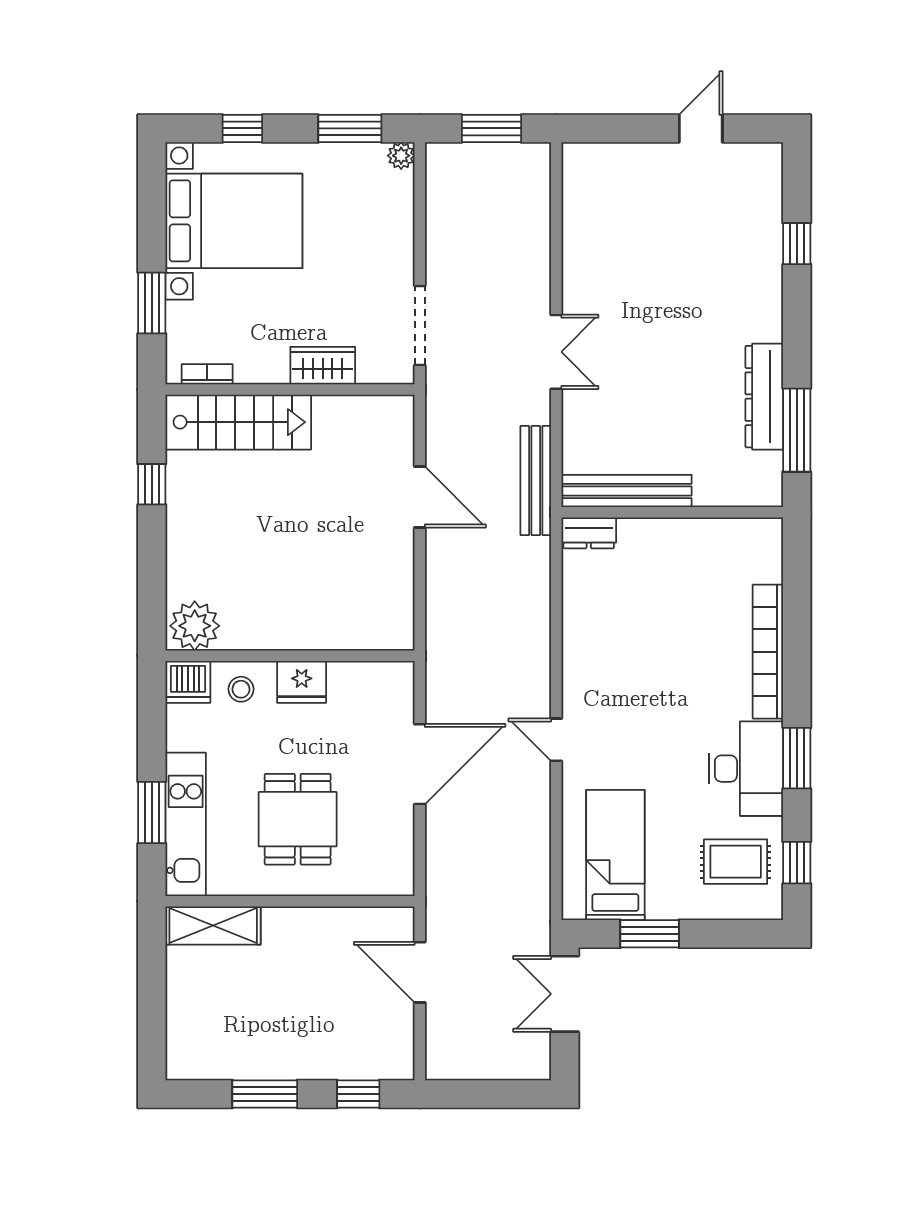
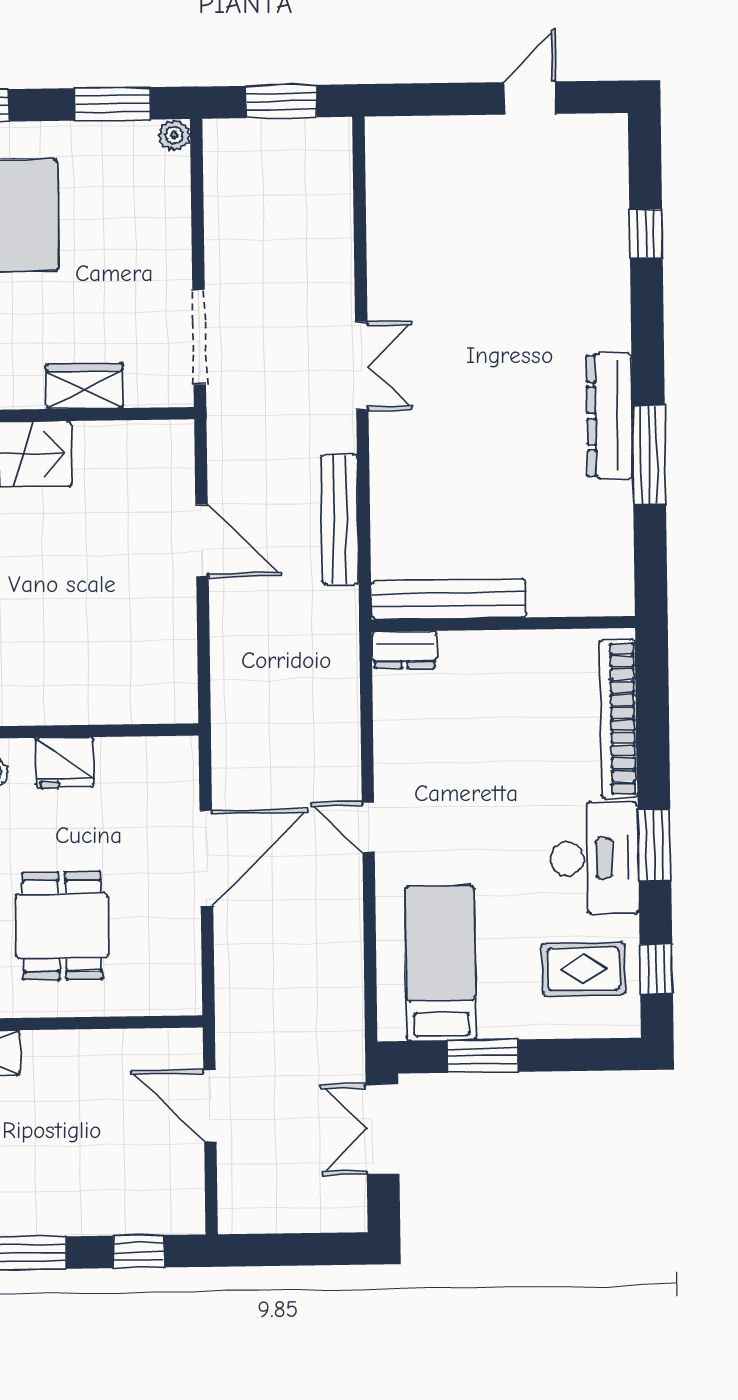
bench: (626, 491) -> (449, 599), moved
wall: (672, 512) -> (503, 624), moved
dresser: (589, 533) -> (404, 650), moved

